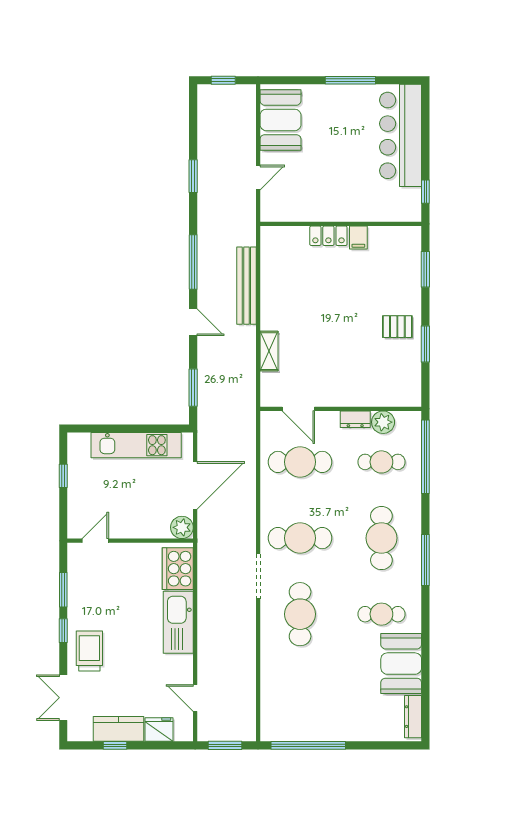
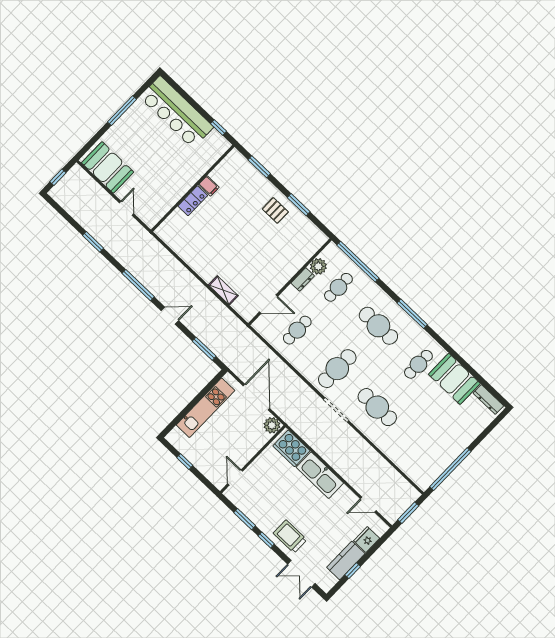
bench: (246, 286) -> (177, 269), removed
pallet: (397, 327) -> (275, 210), turned 90
cafe table: (300, 462) -> (297, 330), width x0.73, depth x0.74

